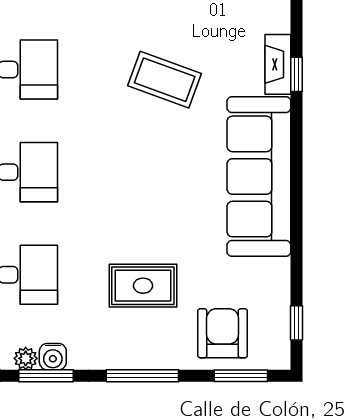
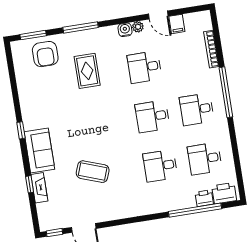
sofa: (259, 176) -> (39, 150), width x0.54, depth x0.79
rug: (143, 286) -> (87, 71), turned 90
window: (296, 323) -> (21, 130), moved
window: (46, 376) -> (127, 20), removed

